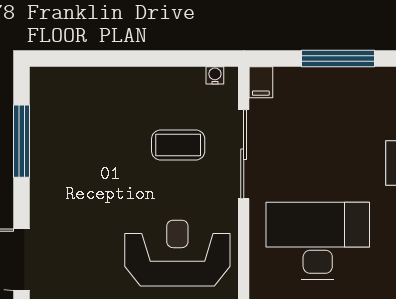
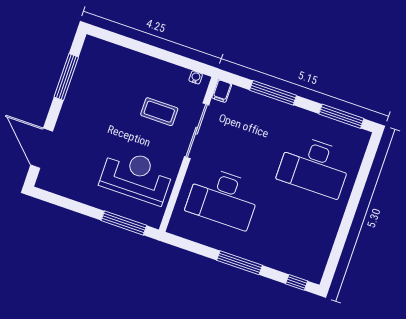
desk: (318, 241) -> (223, 198), turned 180

